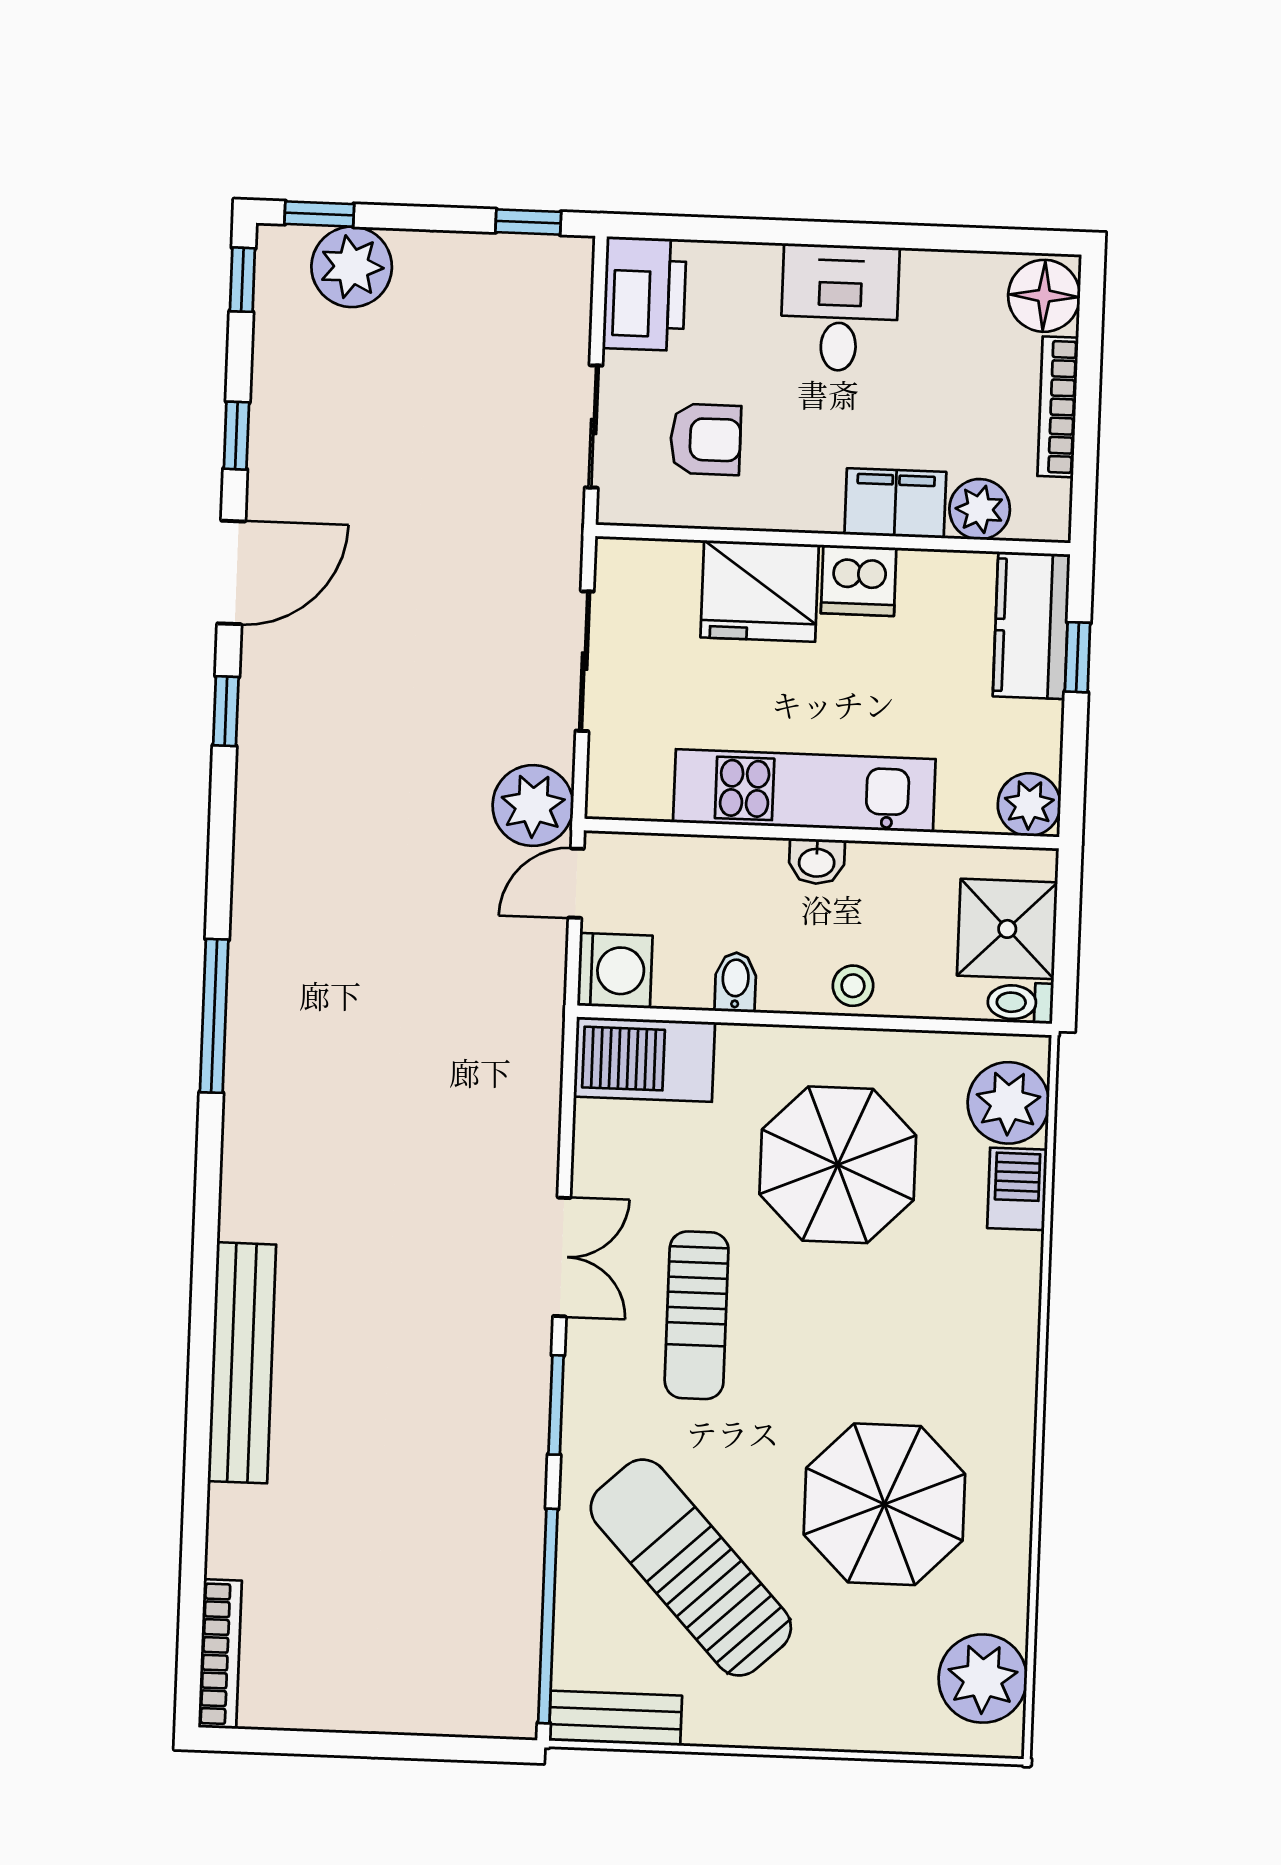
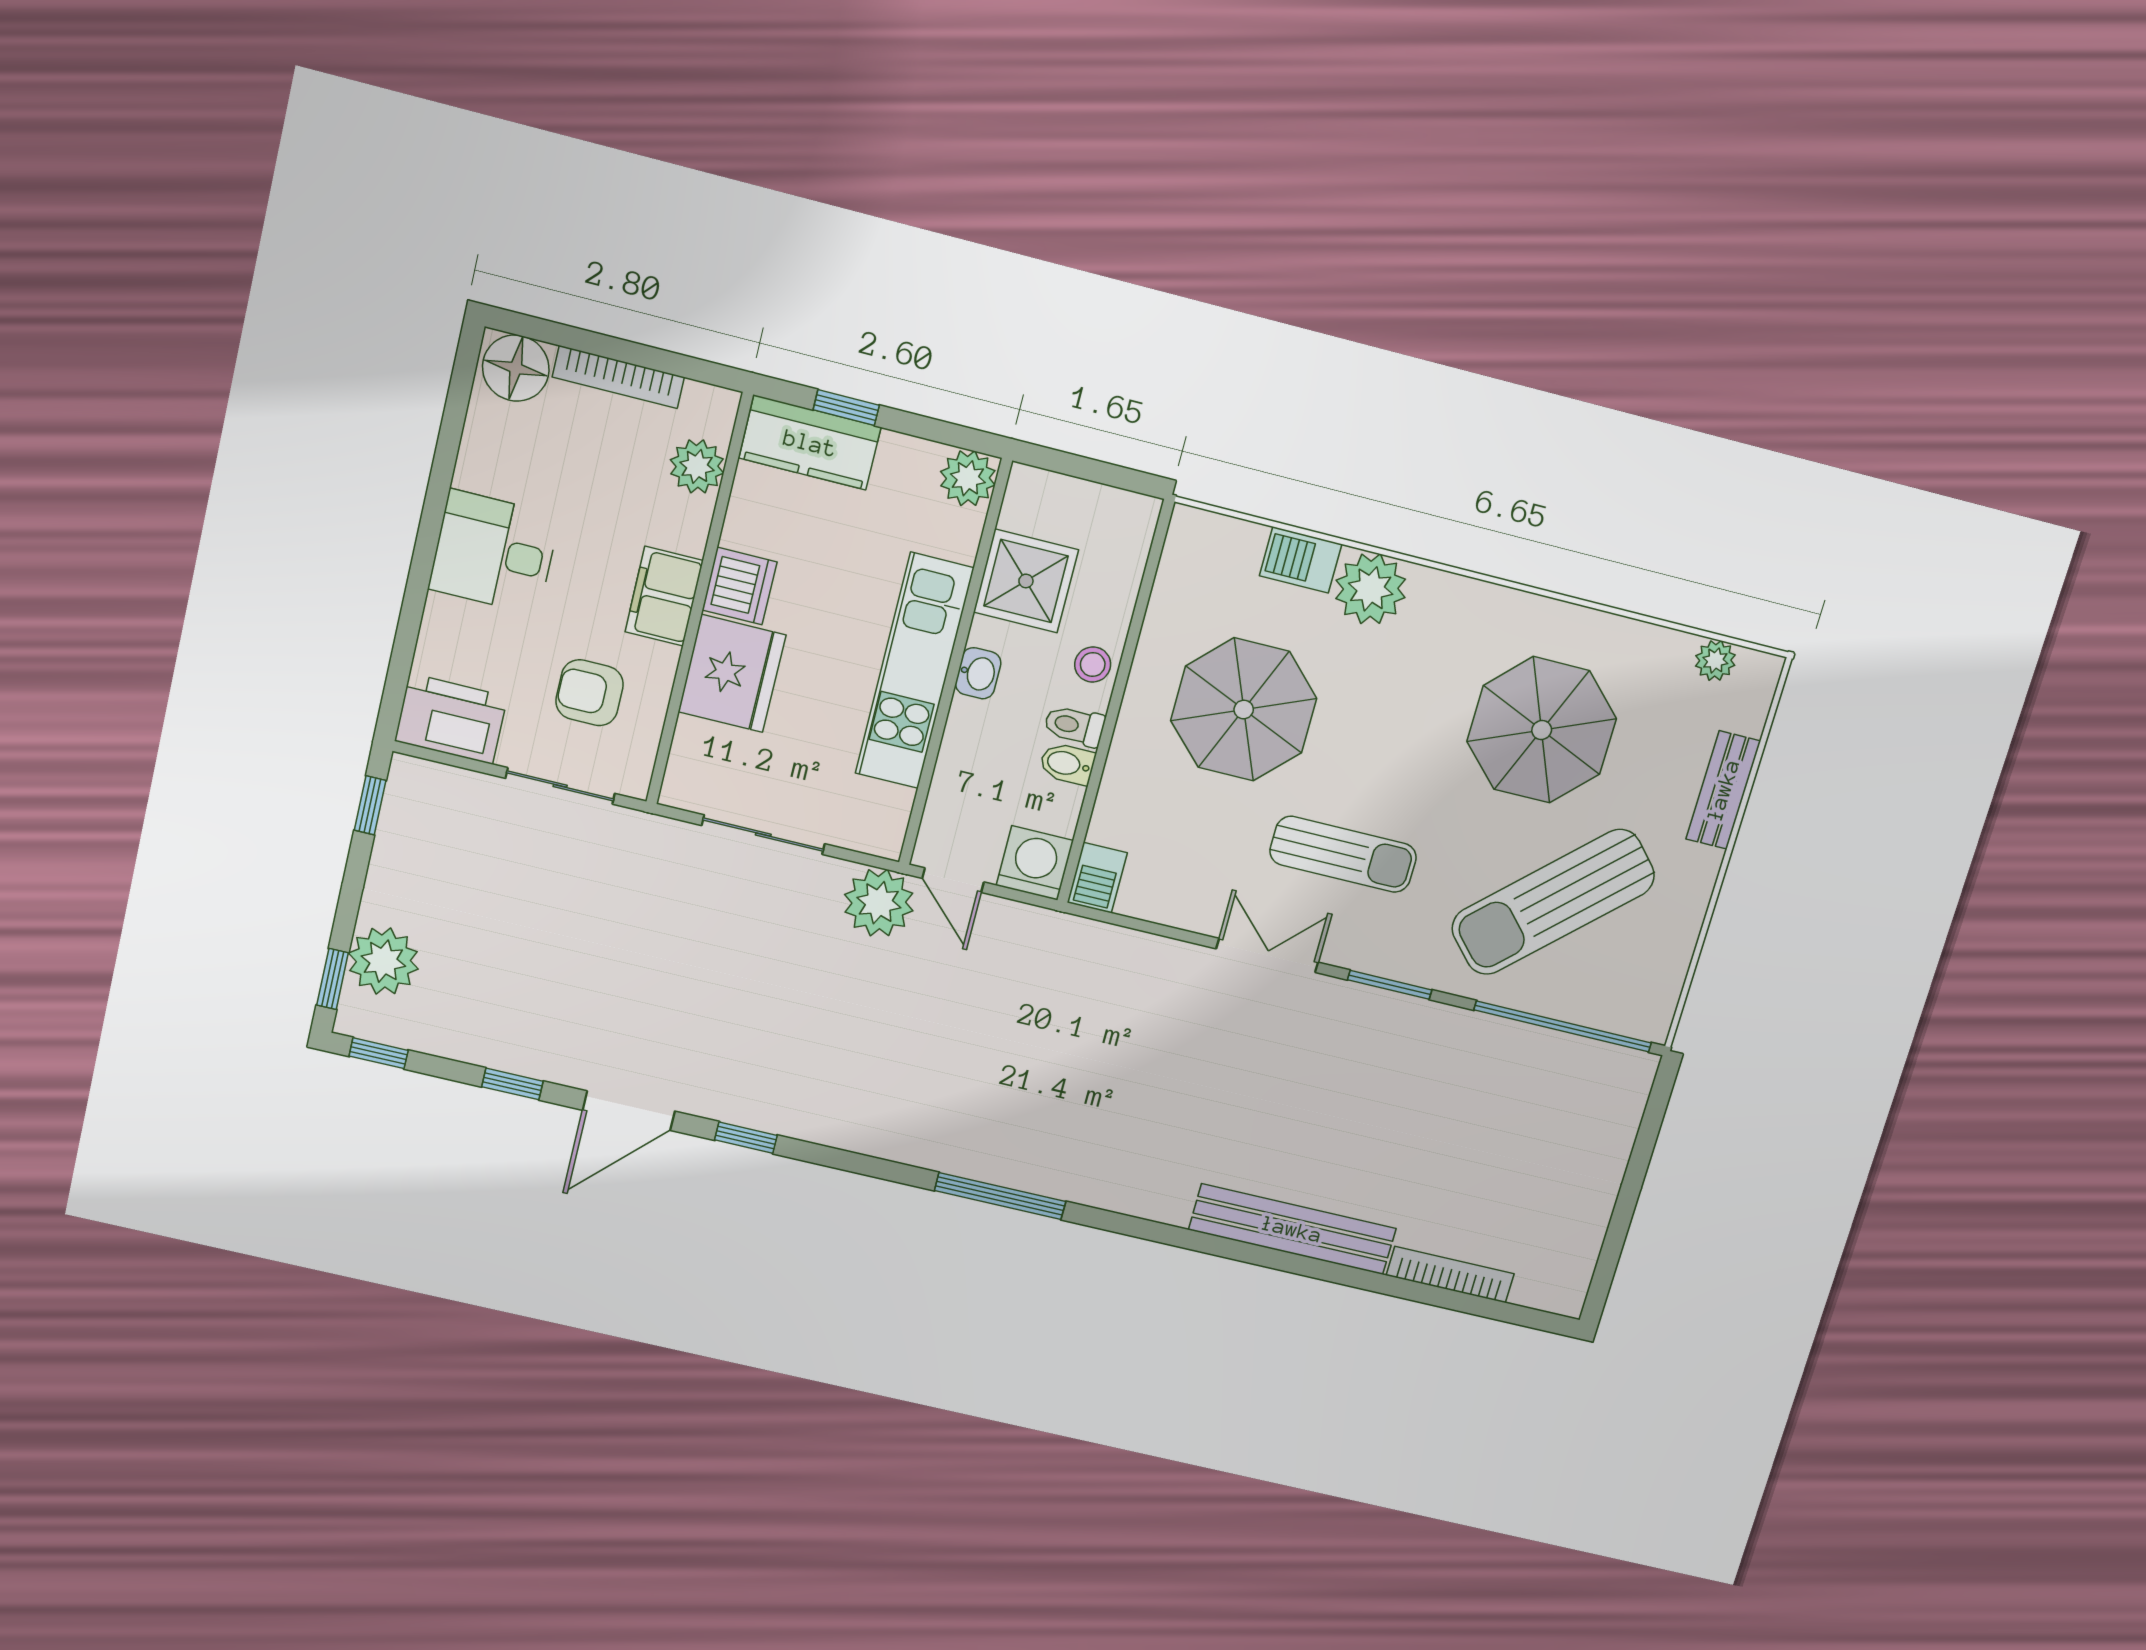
armchair: (706, 439) -> (589, 693), turned -90
filing cabinet: (895, 503) -> (664, 596), moved
door: (231, 572) -> (629, 1111), swing flipped
shower: (1007, 929) -> (1026, 581), moved
toilet: (1020, 1003) -> (1074, 726), moved, turned 90
barbecue: (644, 1059) -> (1097, 878), width x0.53, depth x0.65
plant: (1008, 1103) -> (1371, 589), moved
bookcase: (220, 1654) -> (1450, 1274), moved
plant: (983, 1679) -> (1715, 660), width x0.53, depth x0.53
bench: (615, 1718) -> (1723, 790), moved

